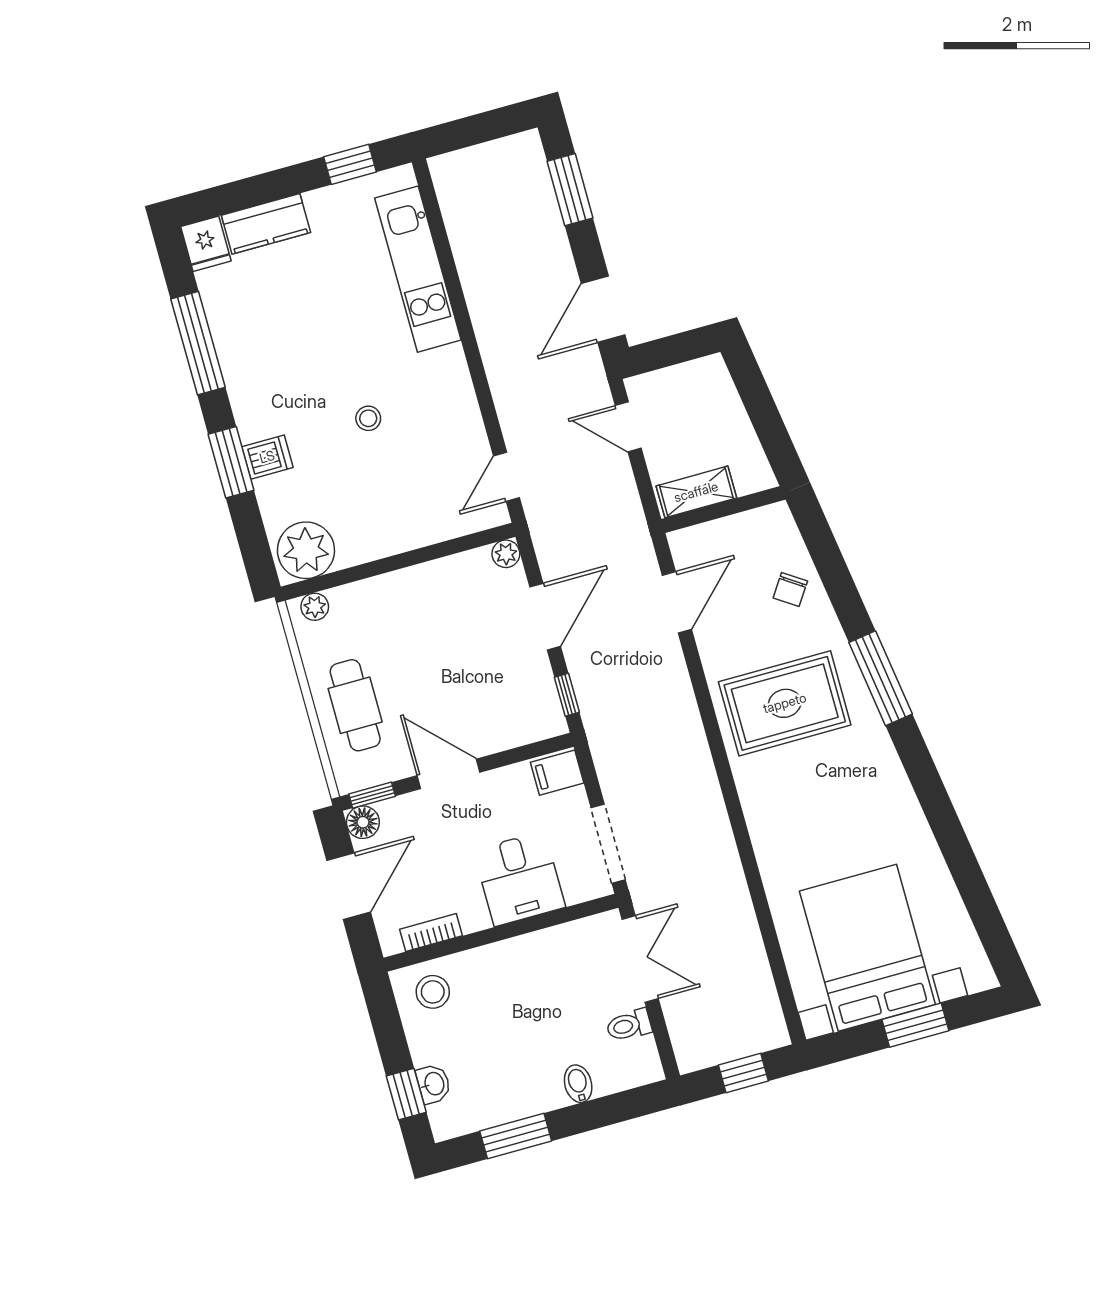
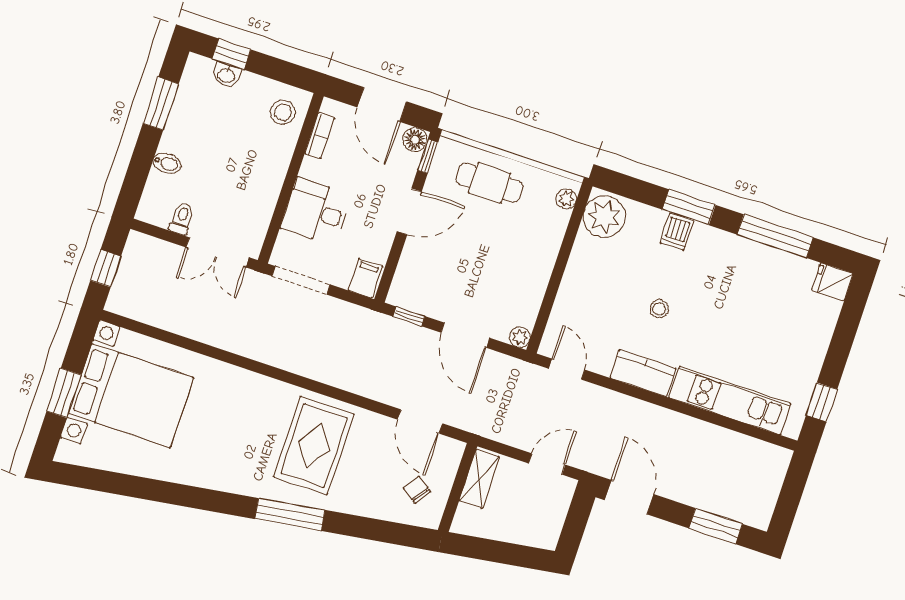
kitchen counter: (266, 224) -> (643, 373), moved, turned 90
chair: (790, 589) -> (417, 490), moved

